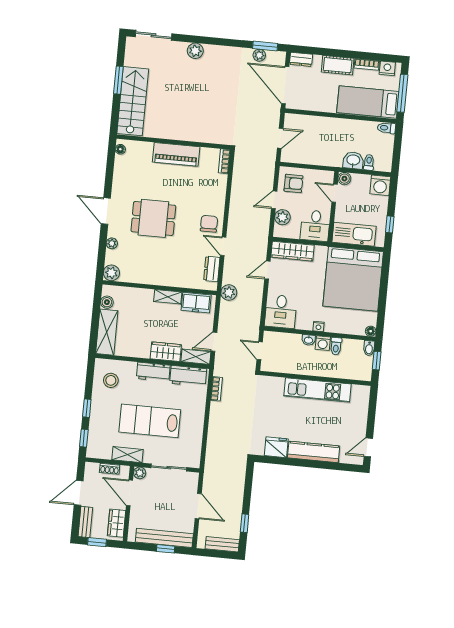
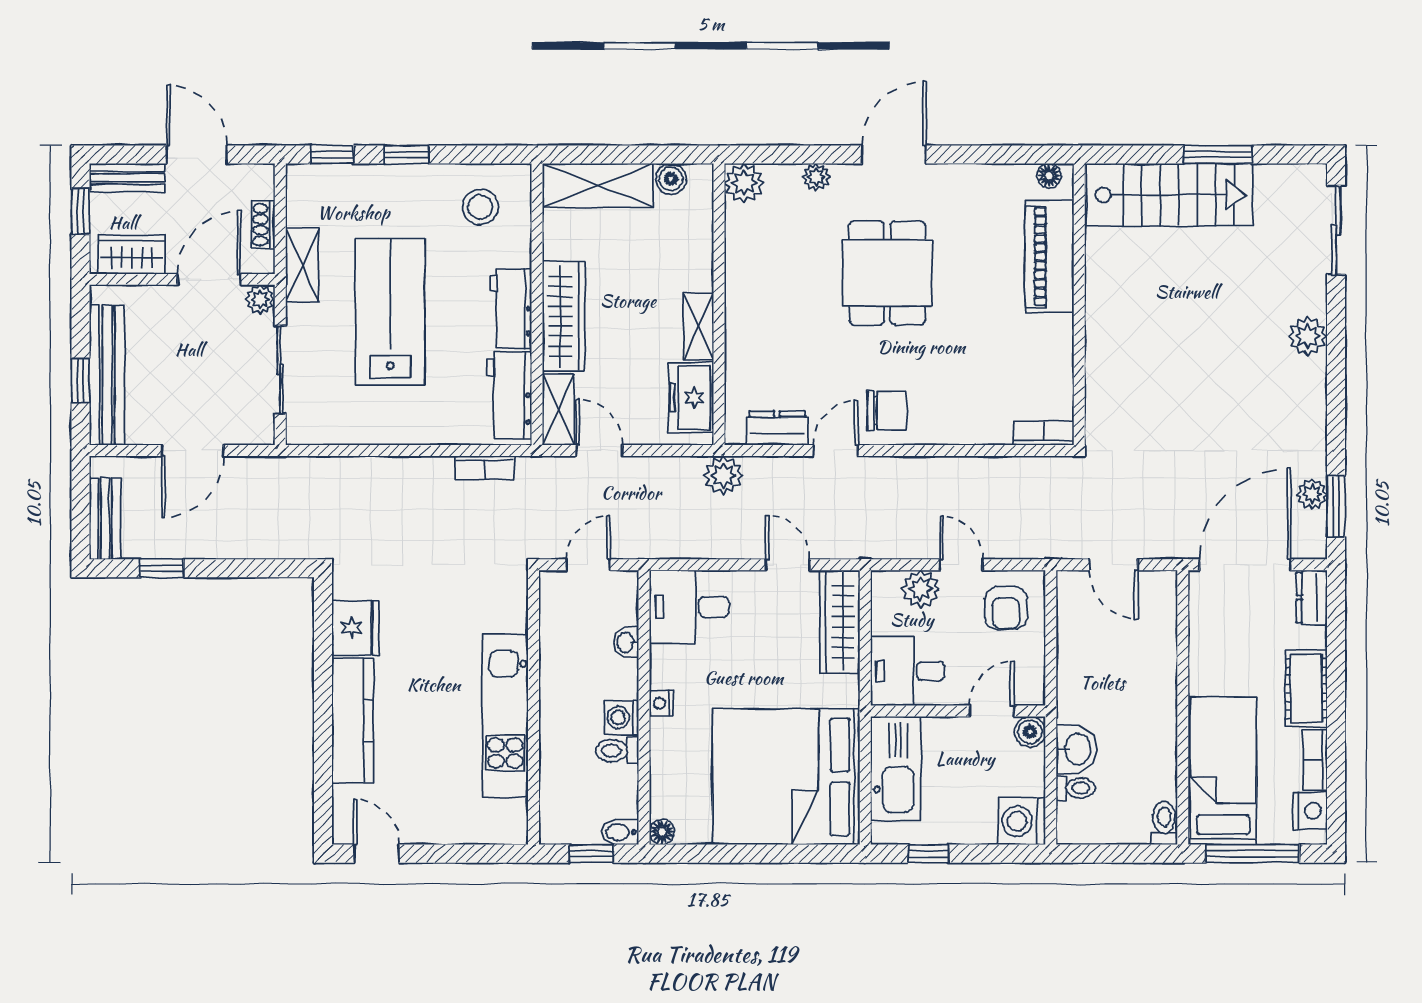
piano: (176, 154) -> (1049, 257), moved
washbasin: (309, 340) -> (626, 642), moved
wardrobe: (166, 352) -> (564, 316), width x1.50

